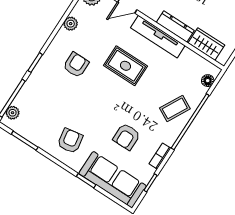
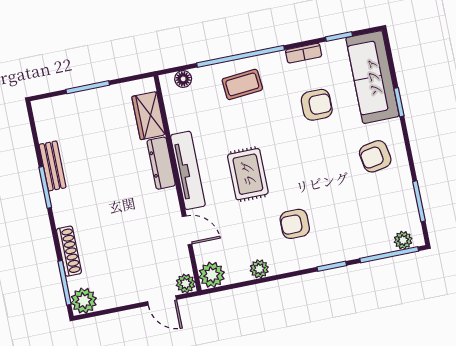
coffee table: (175, 108) -> (242, 84), turned -33

